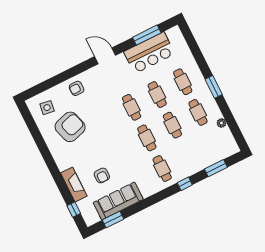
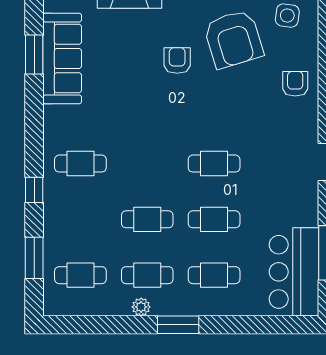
bar counter: (149, 53) -> (294, 272), moved
plant: (221, 123) -> (141, 307), moved
cafe table: (147, 138) -> (80, 275), moved
armchair: (102, 175) -> (177, 61), moved, turned 90
window: (113, 220) -> (34, 54), moved

